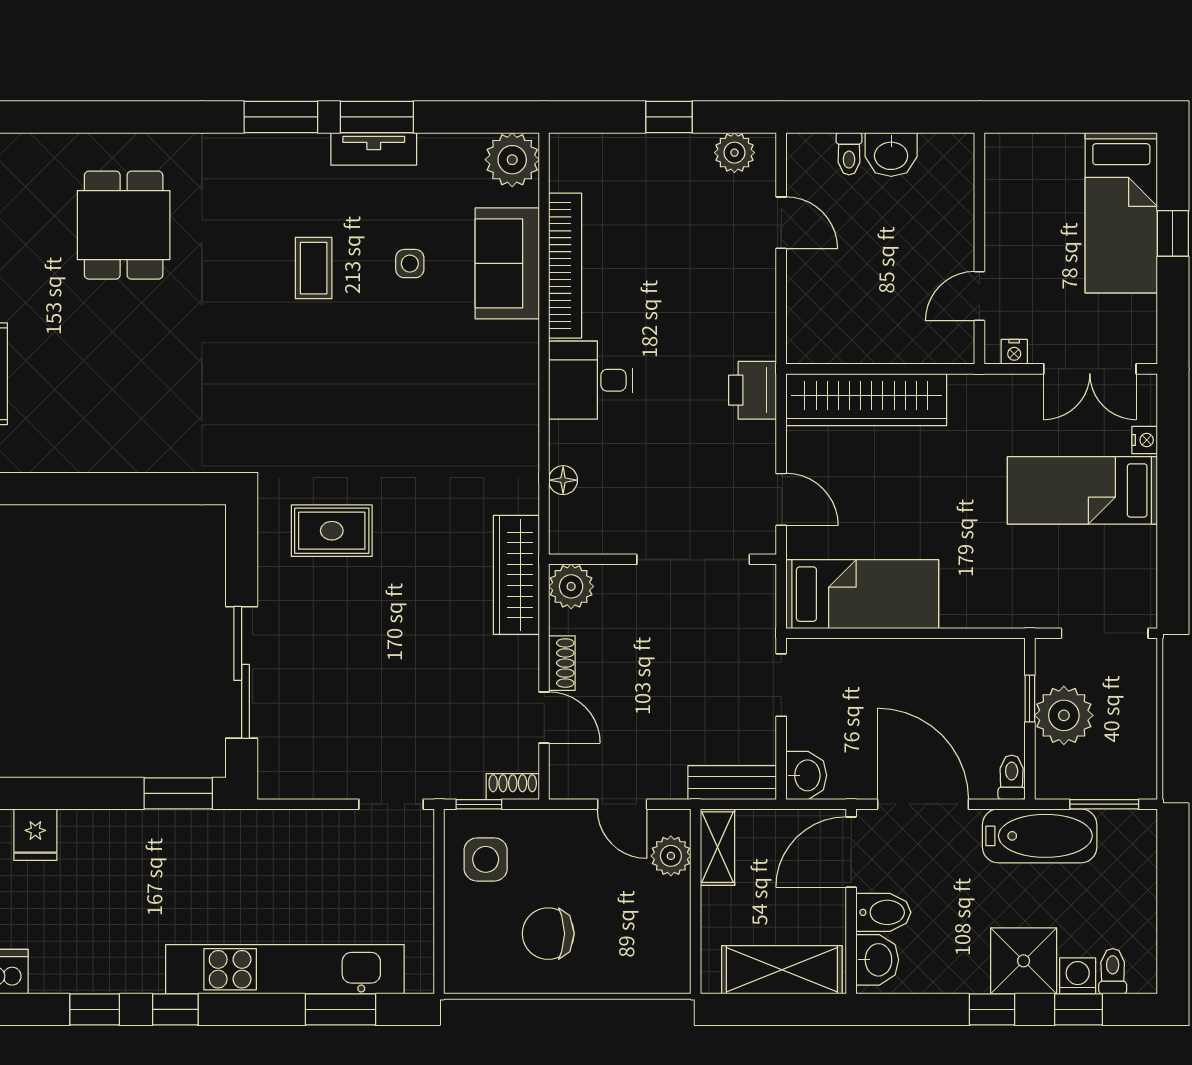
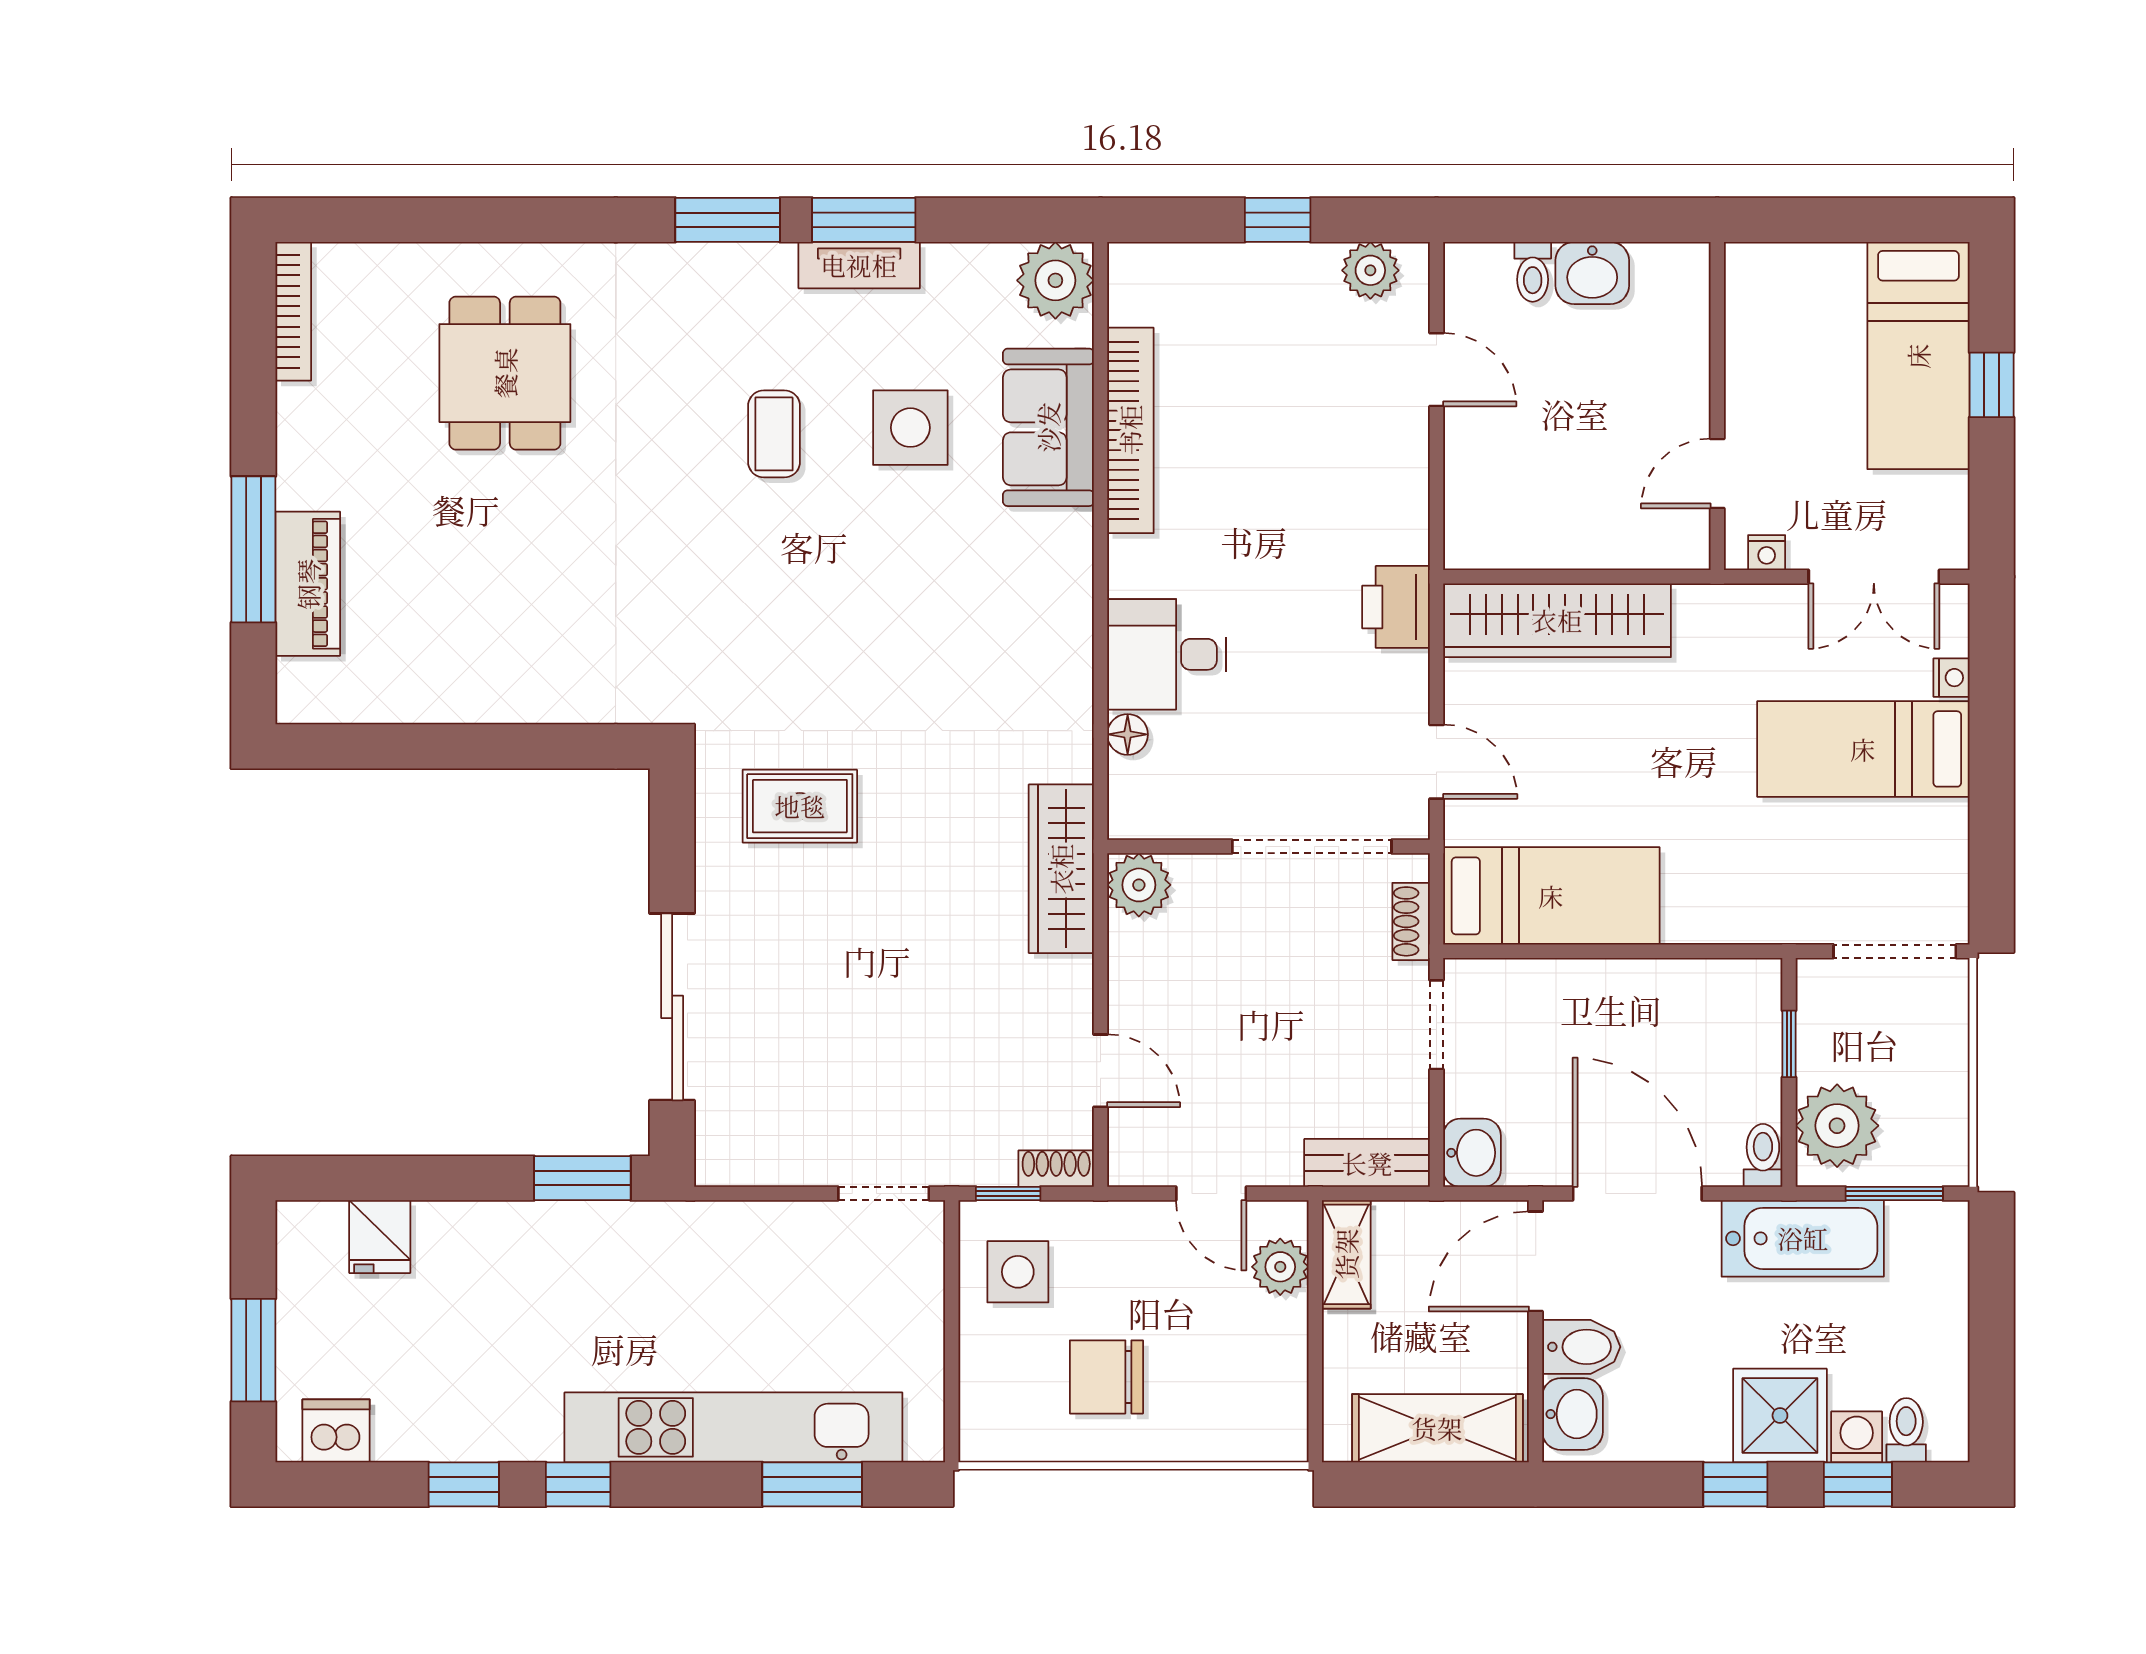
side table: (410, 264) -> (910, 428), width x1.87, depth x1.87
desk: (591, 380) -> (1167, 654), moved
shoe rack: (562, 663) -> (1411, 921), moved, turned 180
plant: (1064, 715) -> (1837, 1126), moved

